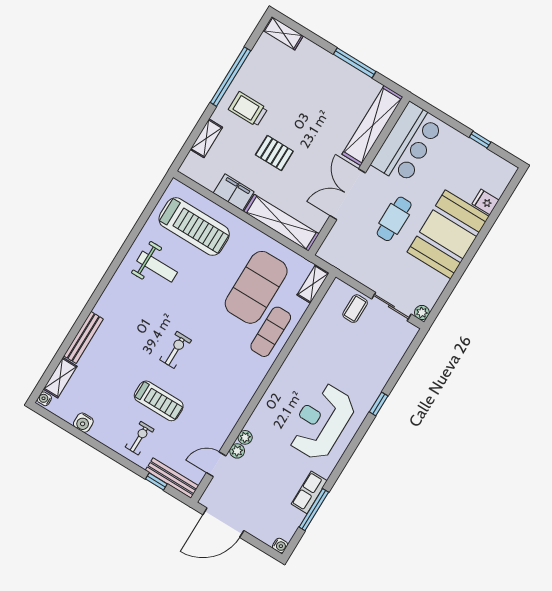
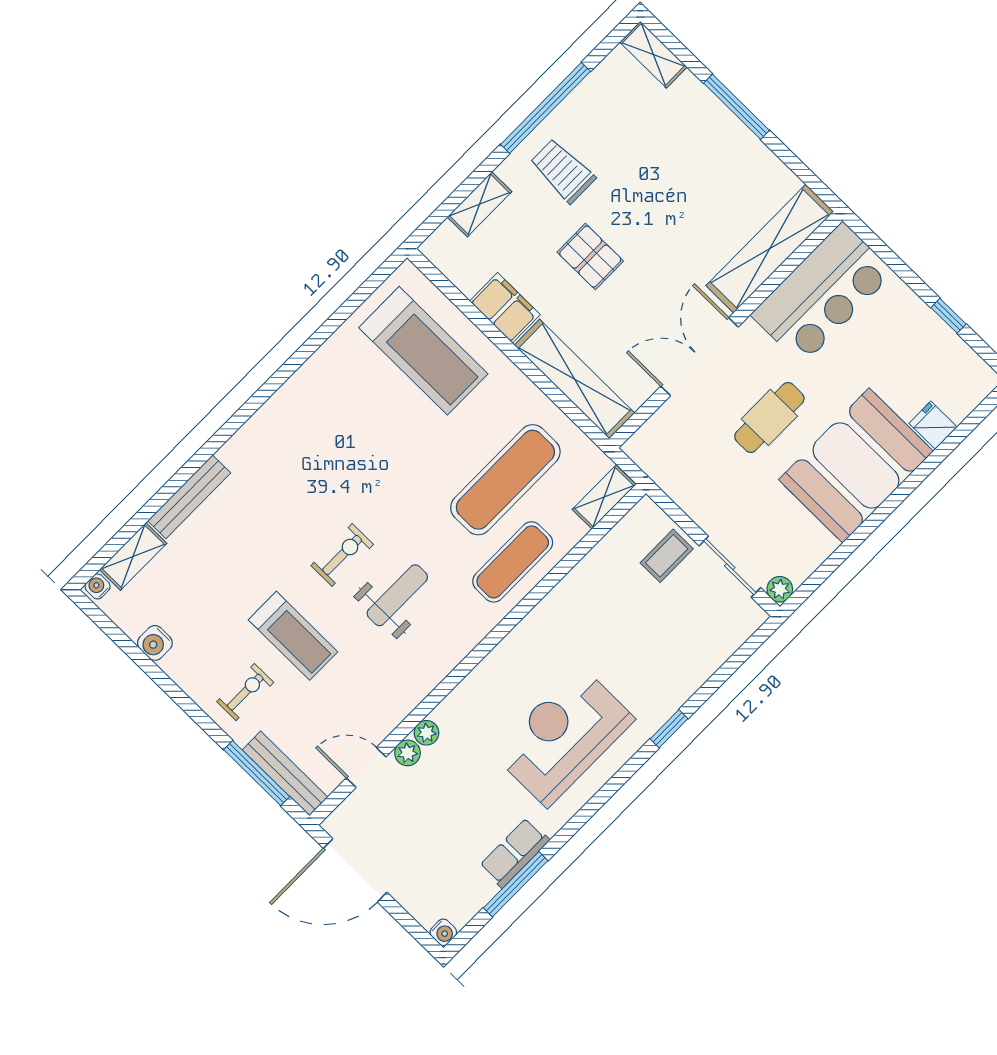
window: (355, 63) -> (736, 107), moved
weight bench: (157, 267) -> (397, 595), moved, turned -90
exercise mat: (256, 287) -> (505, 480), width x0.68
window: (156, 482) -> (257, 773), width x2.17

